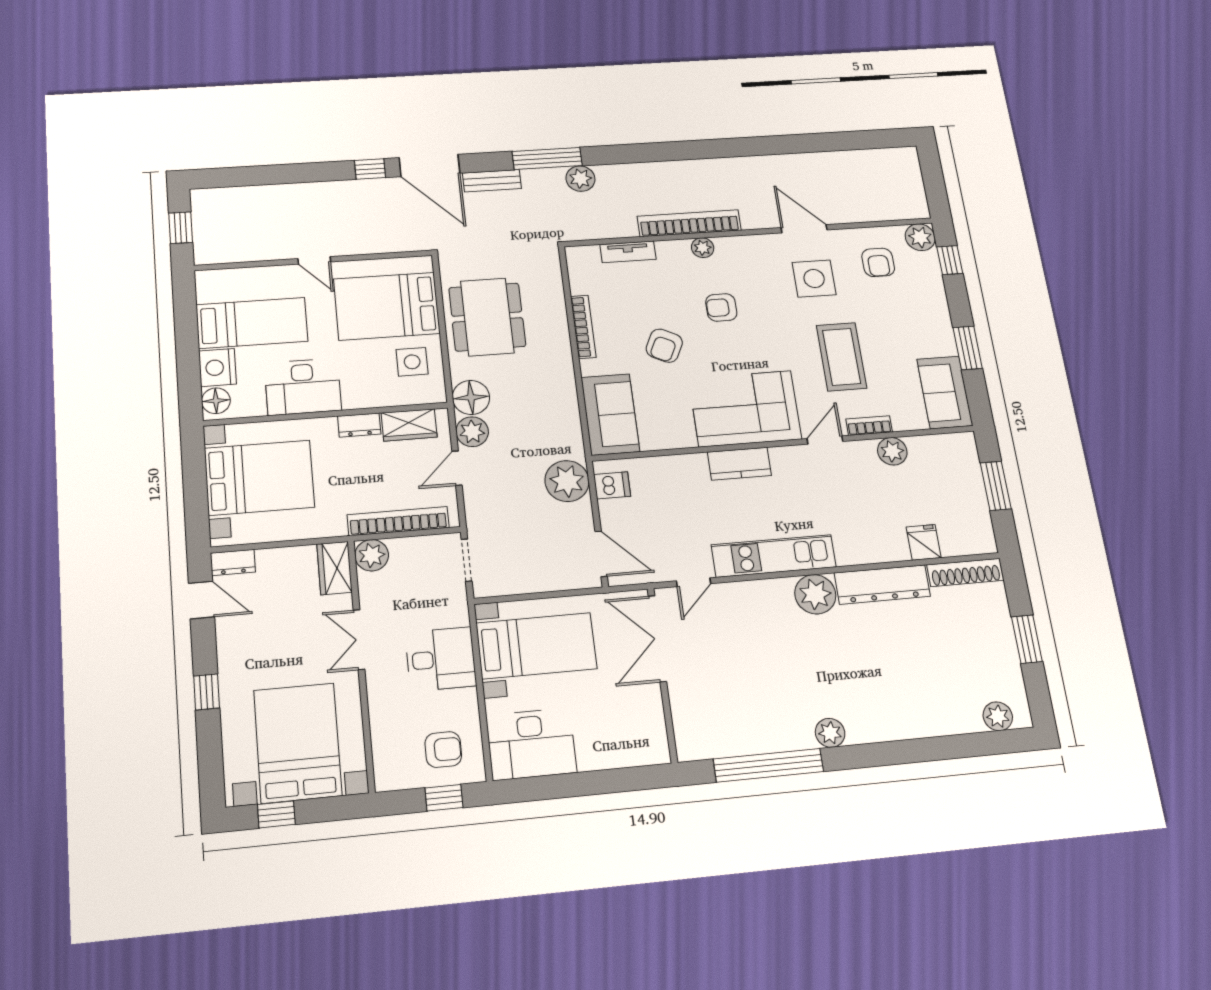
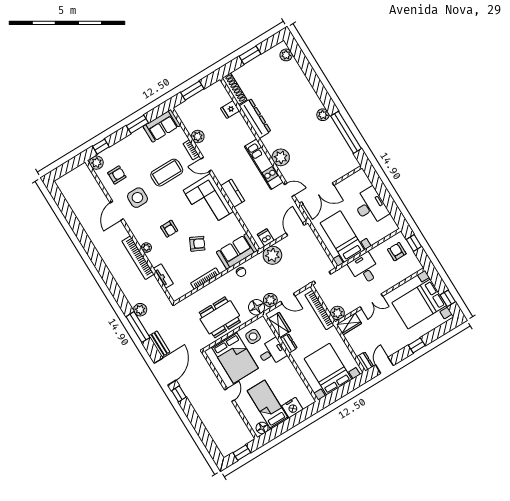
desk: (303, 387) -> (272, 352), moved, width x0.73
floor lamp: (216, 401) -> (262, 428), moved
chair: (562, 402) -> (241, 272), added
plant: (815, 594) -> (281, 157), moved
desk: (531, 744) -> (370, 206), moved

